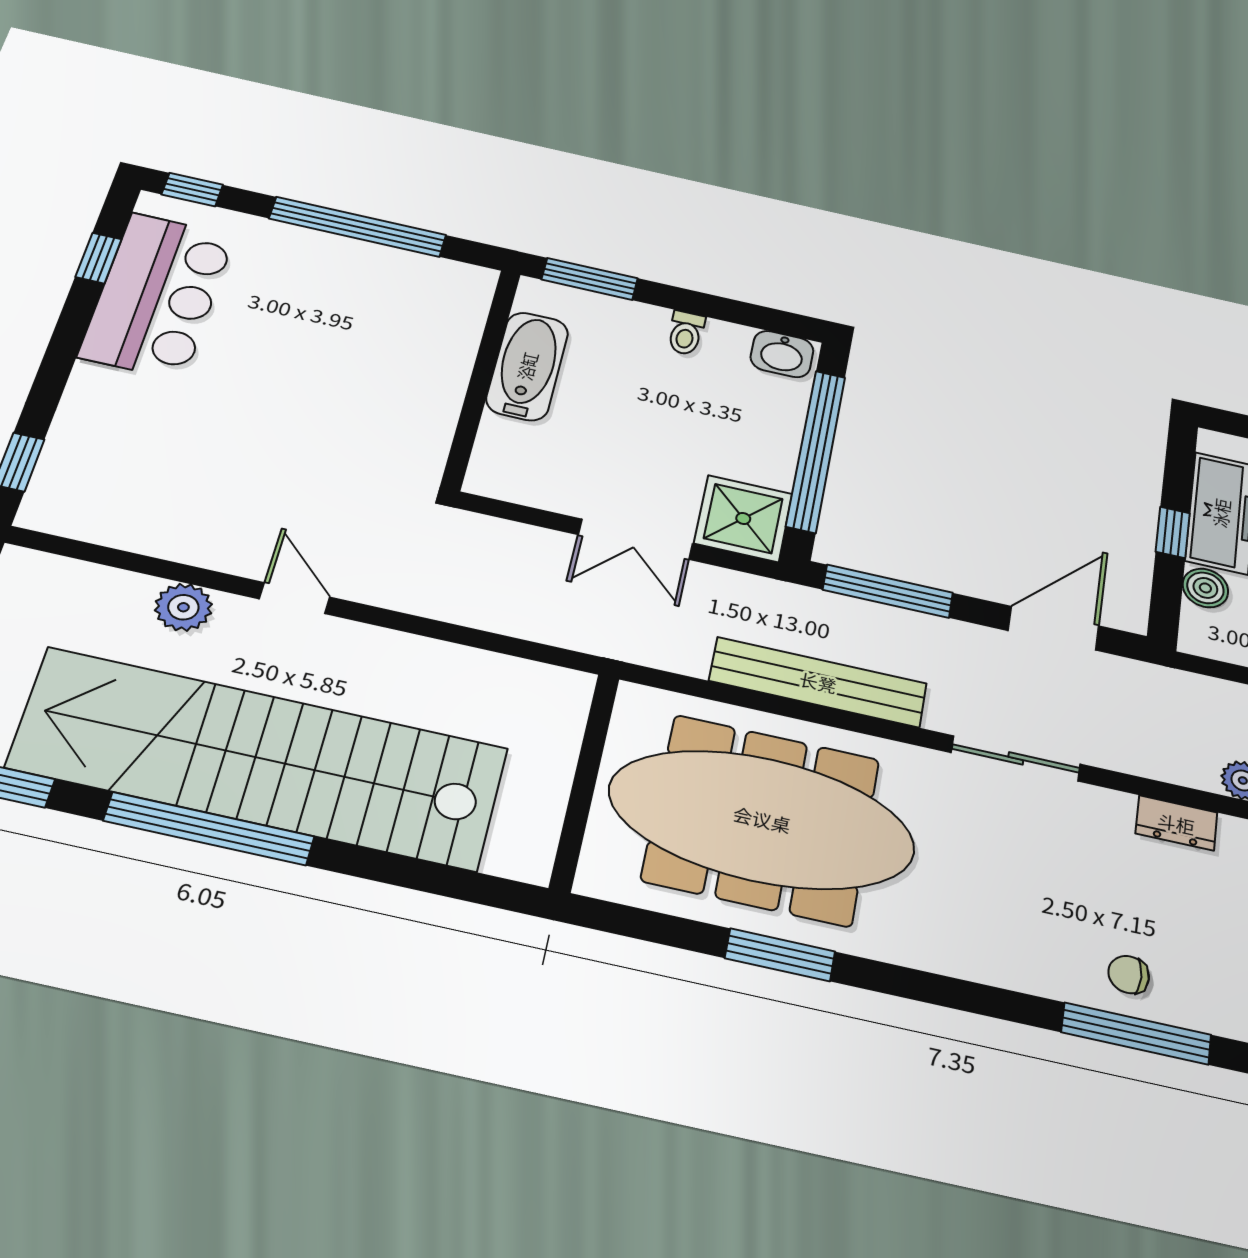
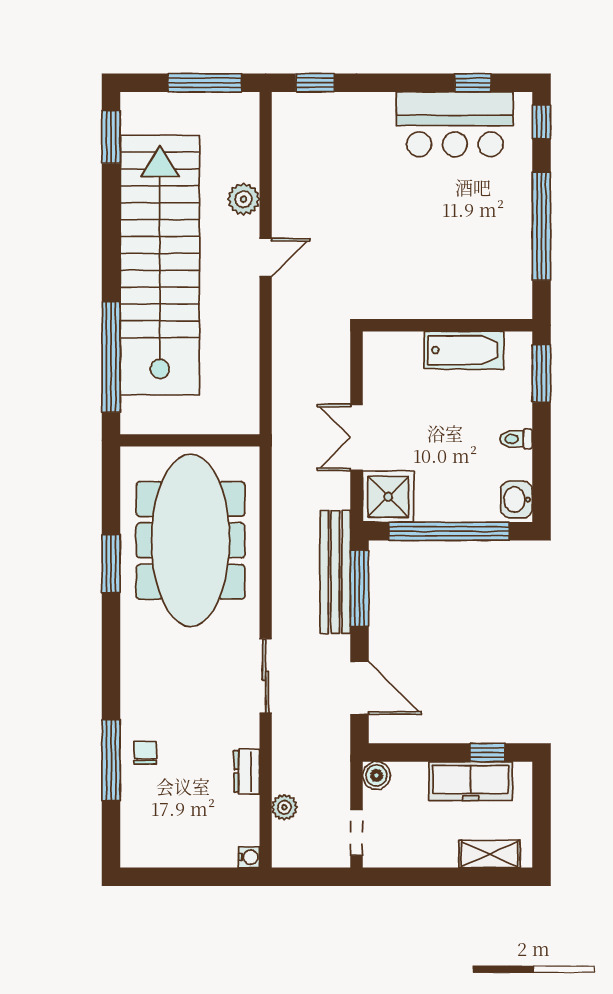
window: (1173, 532) -> (487, 753), moved
boiler: (1205, 588) -> (376, 775), moved
bench: (818, 682) -> (335, 572), moved
window: (209, 829) -> (111, 357), moved

